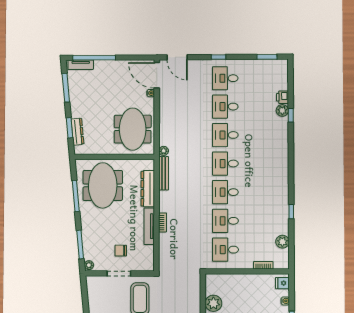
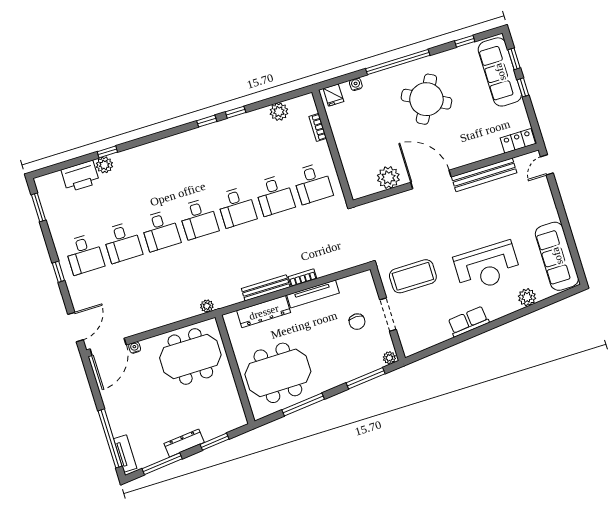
printer: (282, 97) -> (80, 176), width x1.87, depth x1.48
dresser: (77, 132) -> (184, 443), moved
bench: (164, 173) -> (266, 288), moved
window: (291, 190) -> (207, 121), added

